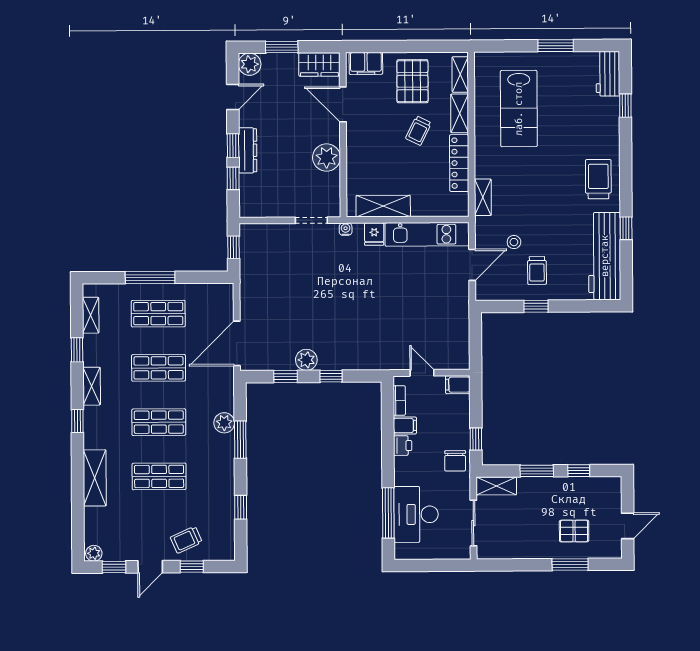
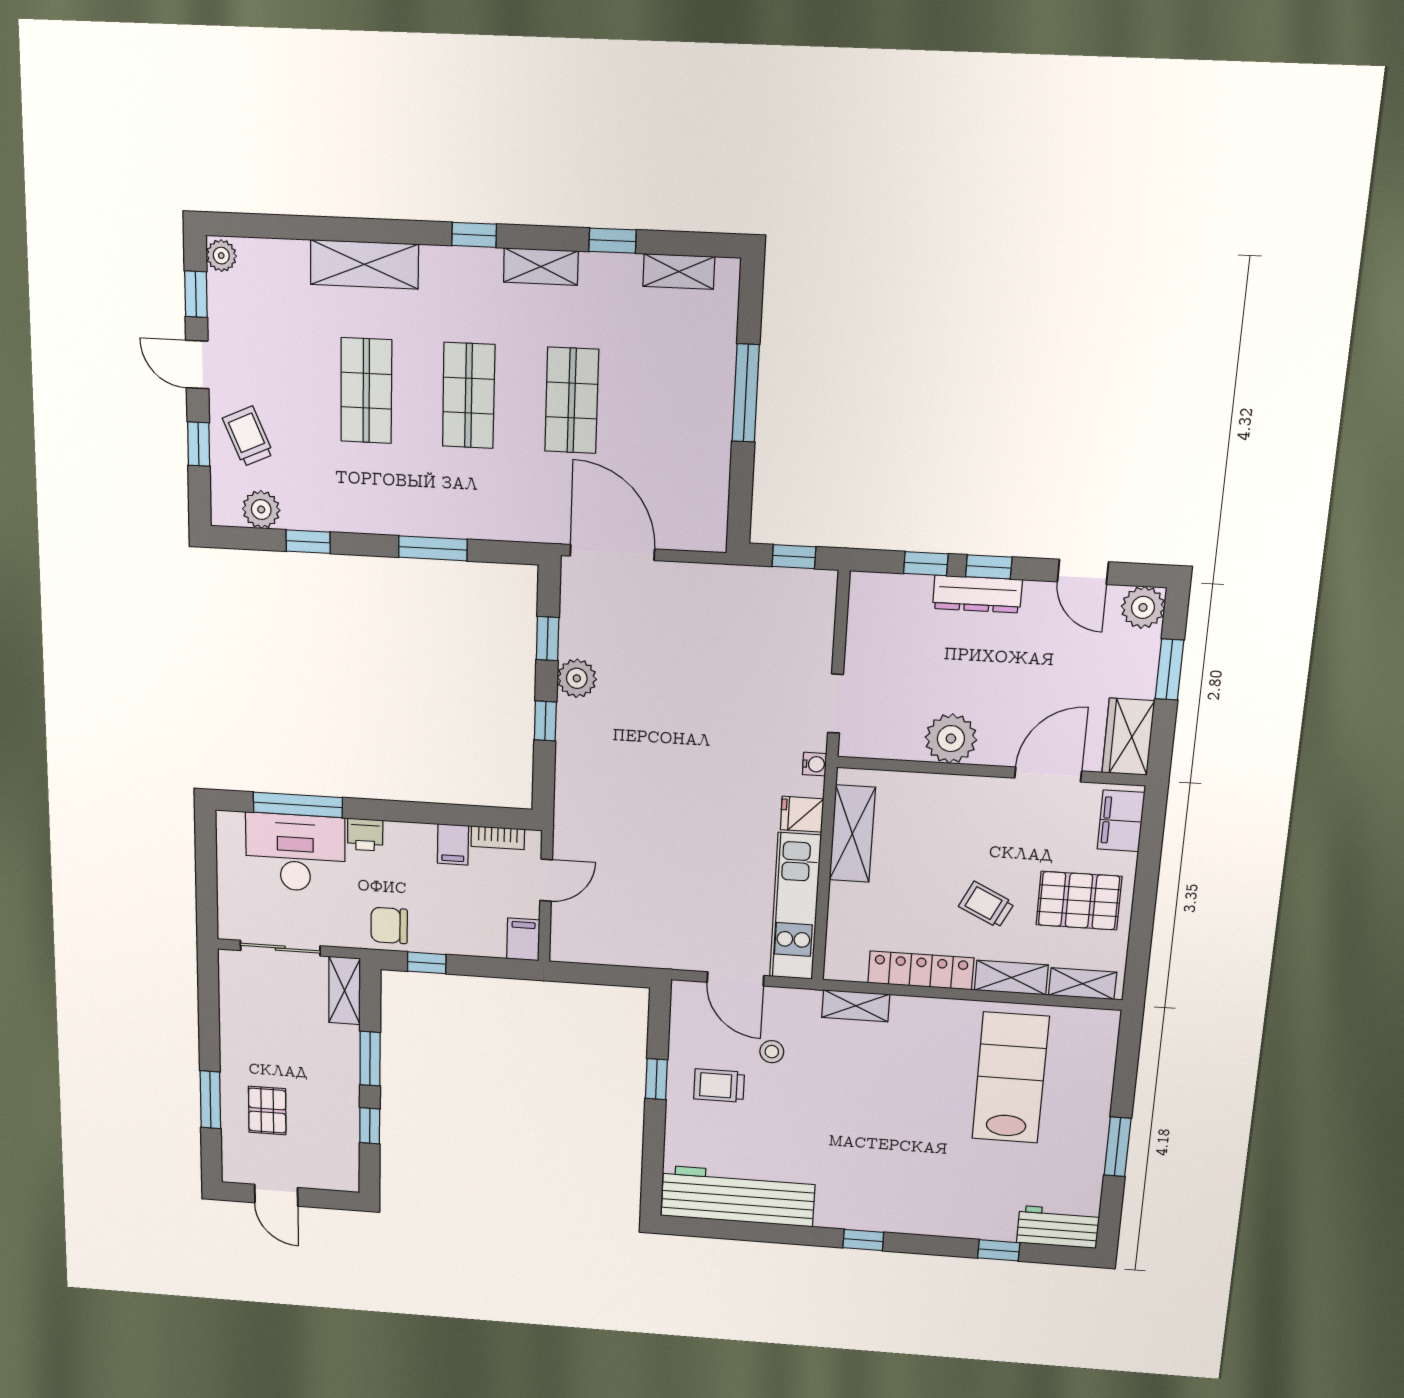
lab bench: (519, 109) -> (1010, 1078), turned 90
trolley: (598, 179) -> (873, 1197), removed
window: (626, 228) -> (863, 1240), moved
shop shelf: (158, 314) -> (676, 405), removed
plant: (224, 423) -> (261, 510), moved
printer: (403, 446) -> (365, 835), moved

